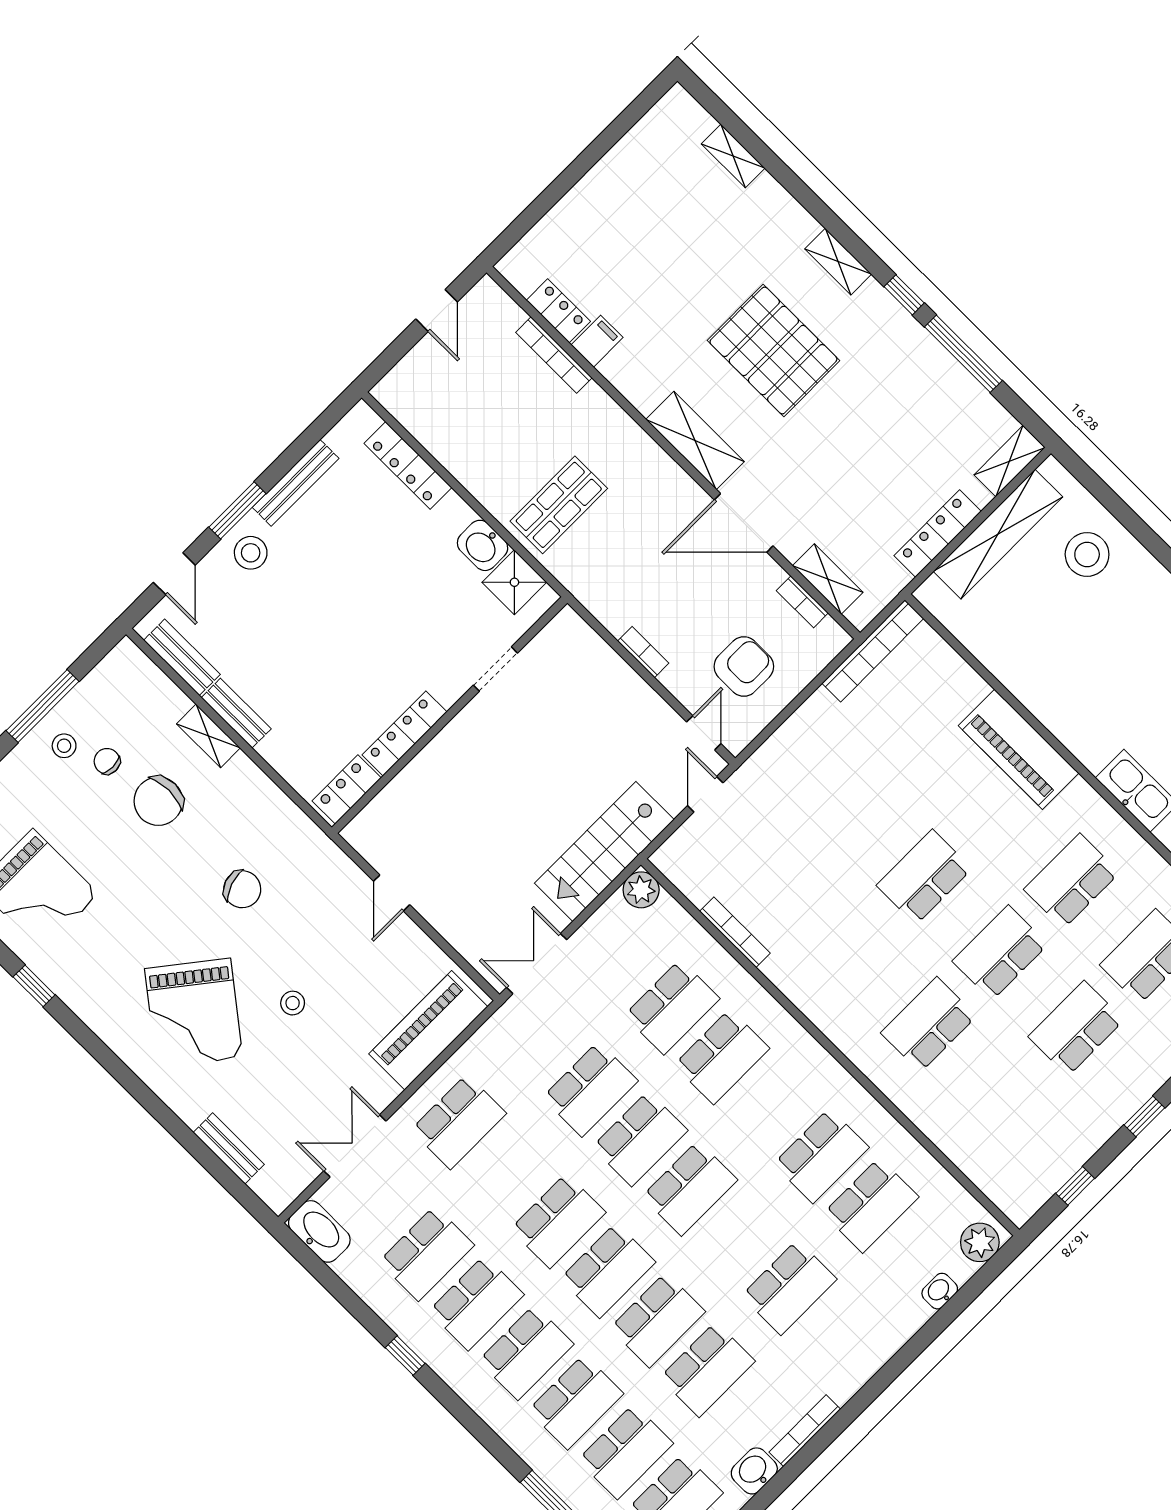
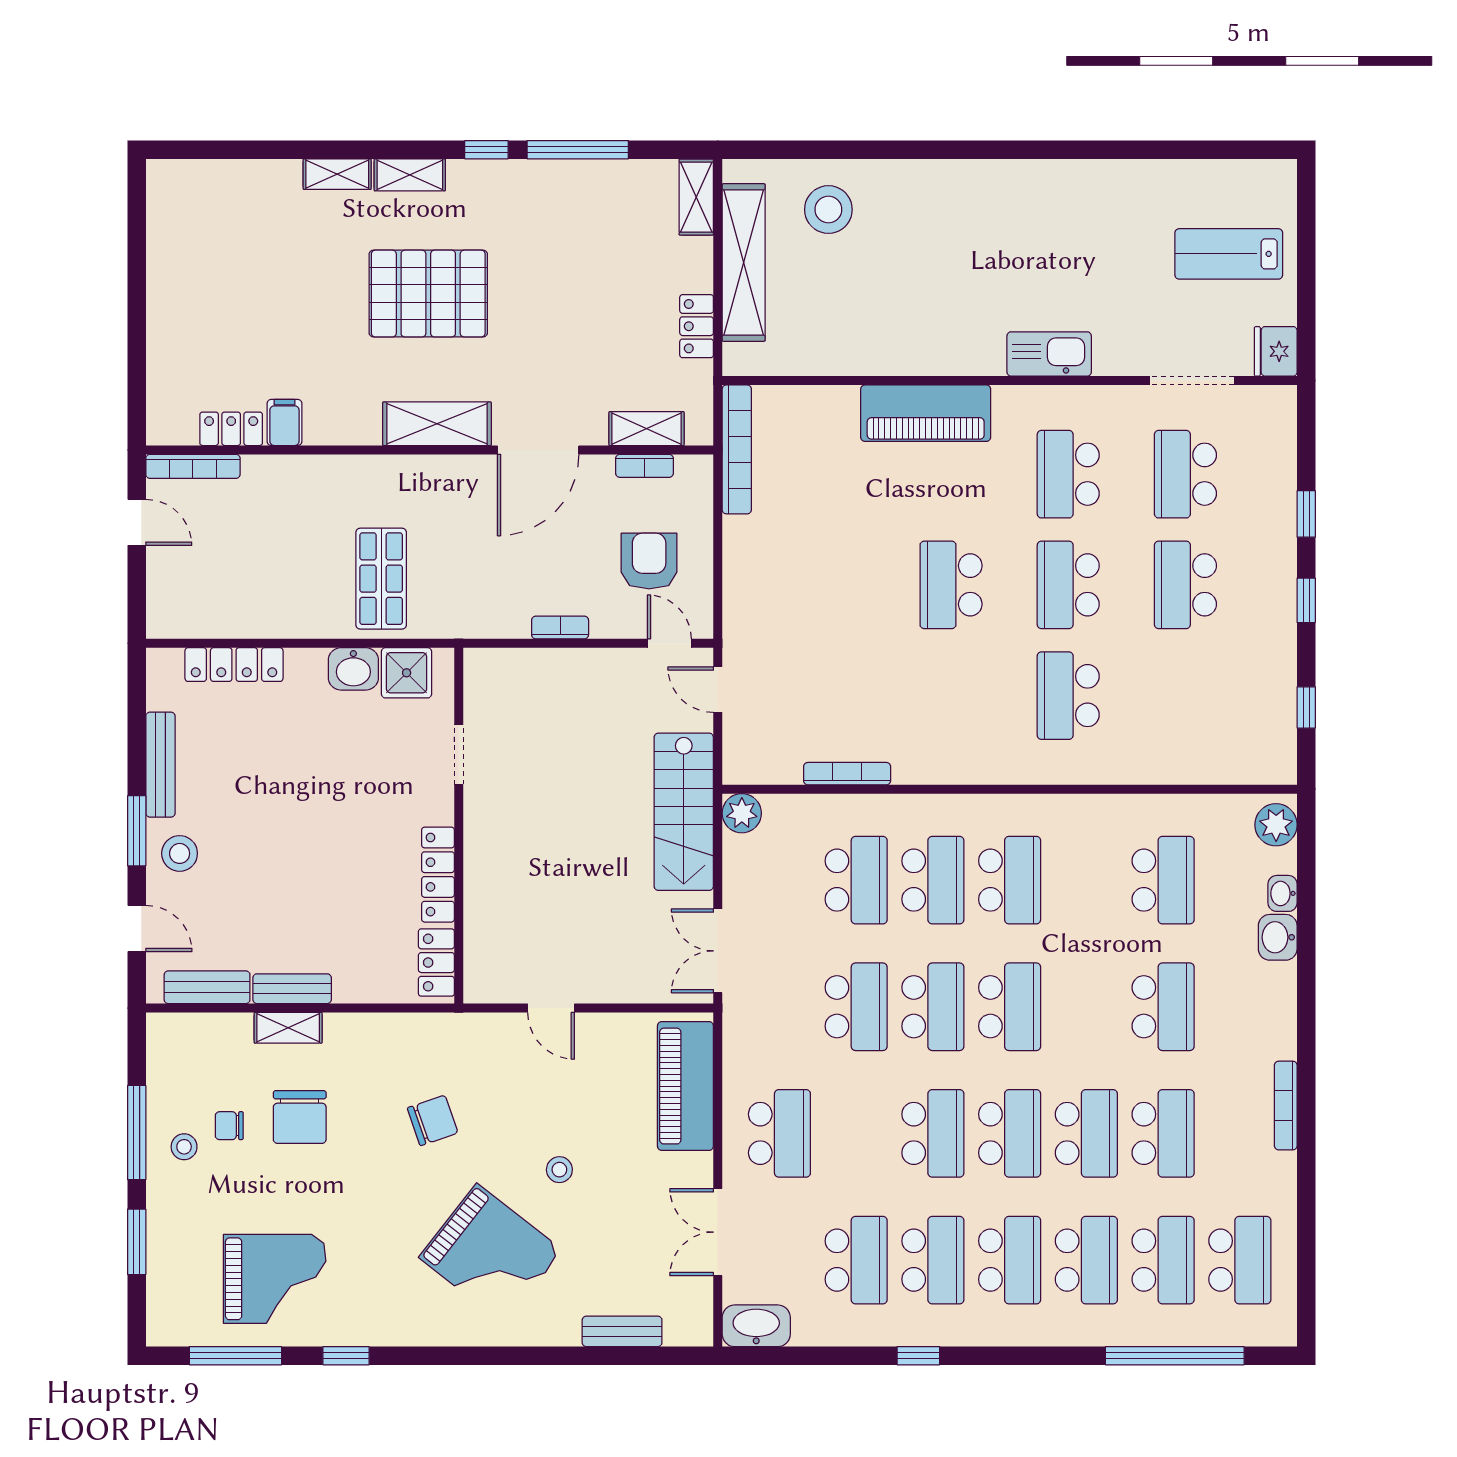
shelving: (733, 156) -> (337, 174), moved
bookcase: (554, 355) -> (193, 466), moved
locker: (938, 534) -> (697, 326), width x0.66
school desk: (821, 1156) -> (1010, 880), moved
washbasin: (754, 1471) -> (1278, 937), moved

